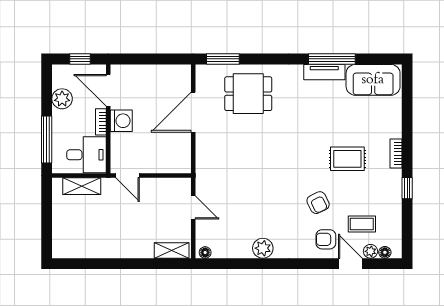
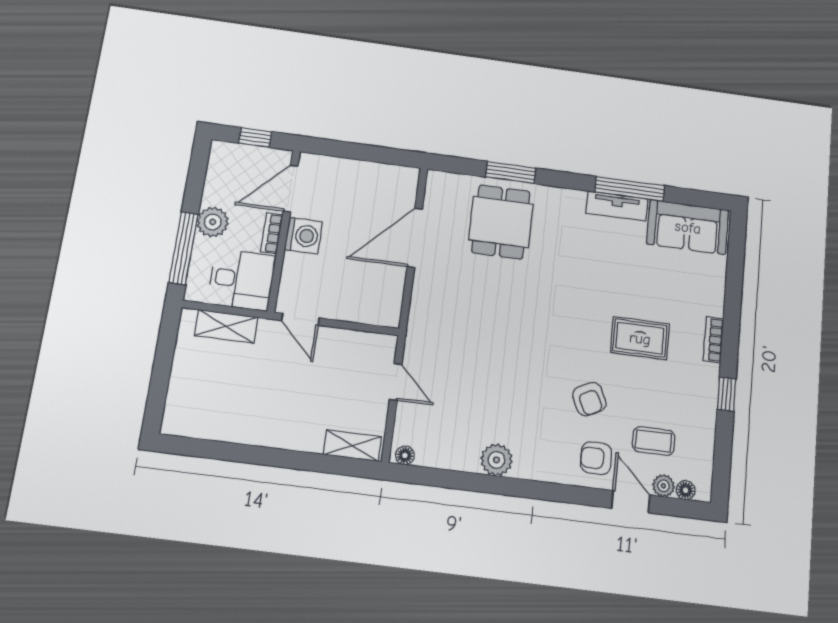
window: (223, 59) -> (511, 173), moved
door: (108, 90) -> (291, 188), hinge flipped
dining table: (248, 94) -> (501, 222), turned 90
plant: (62, 99) -> (213, 222), moved

